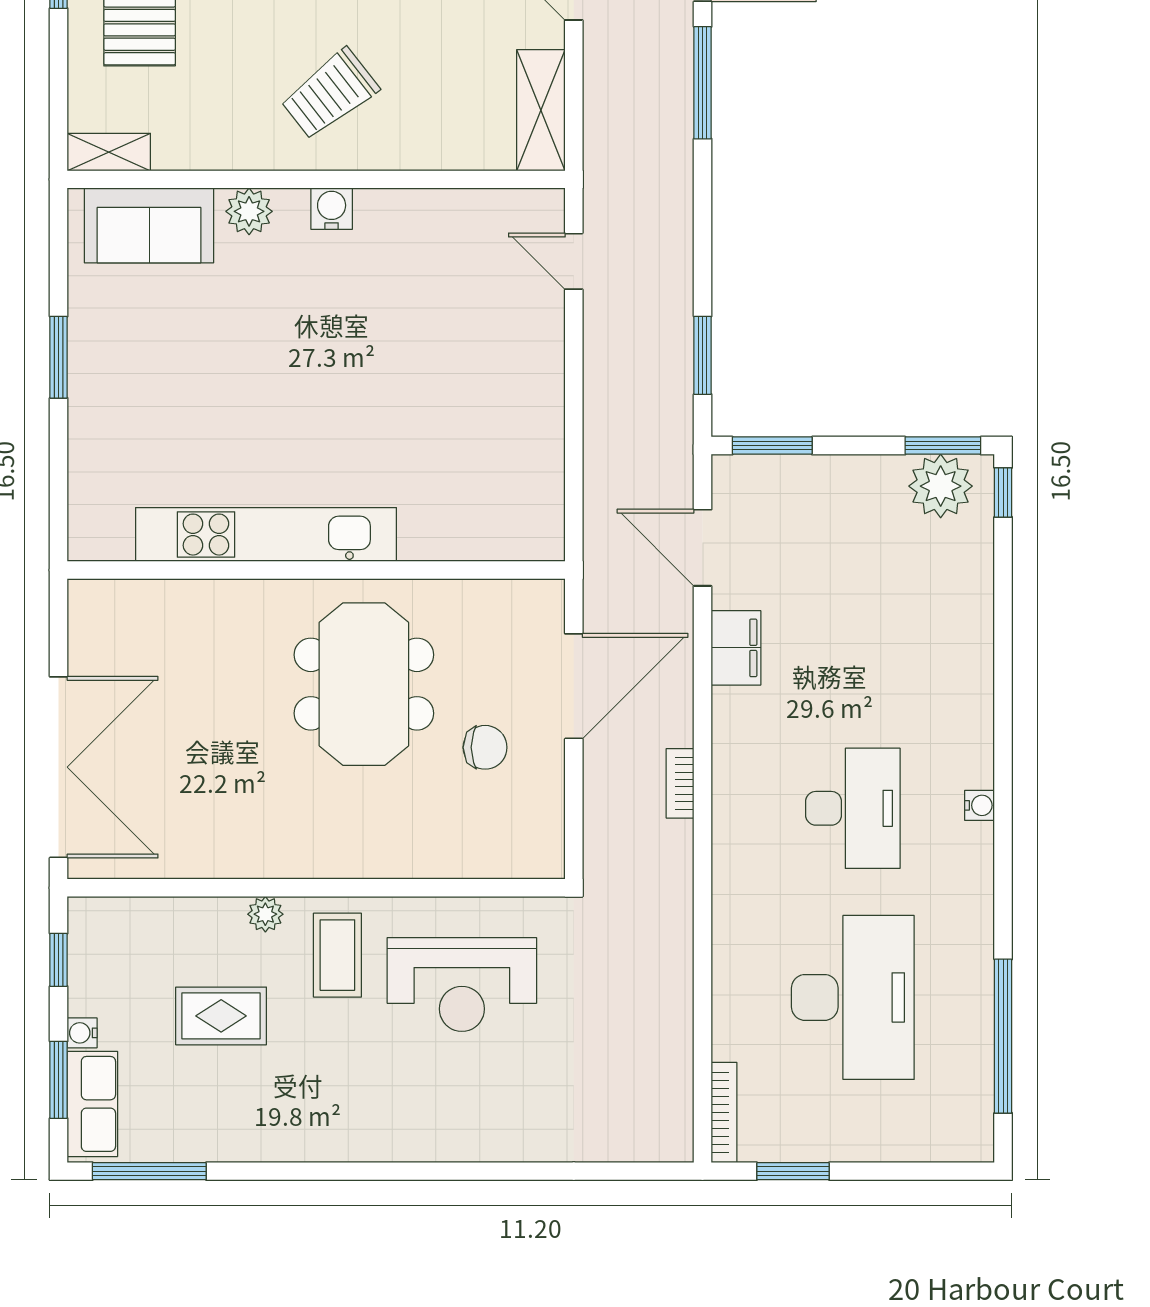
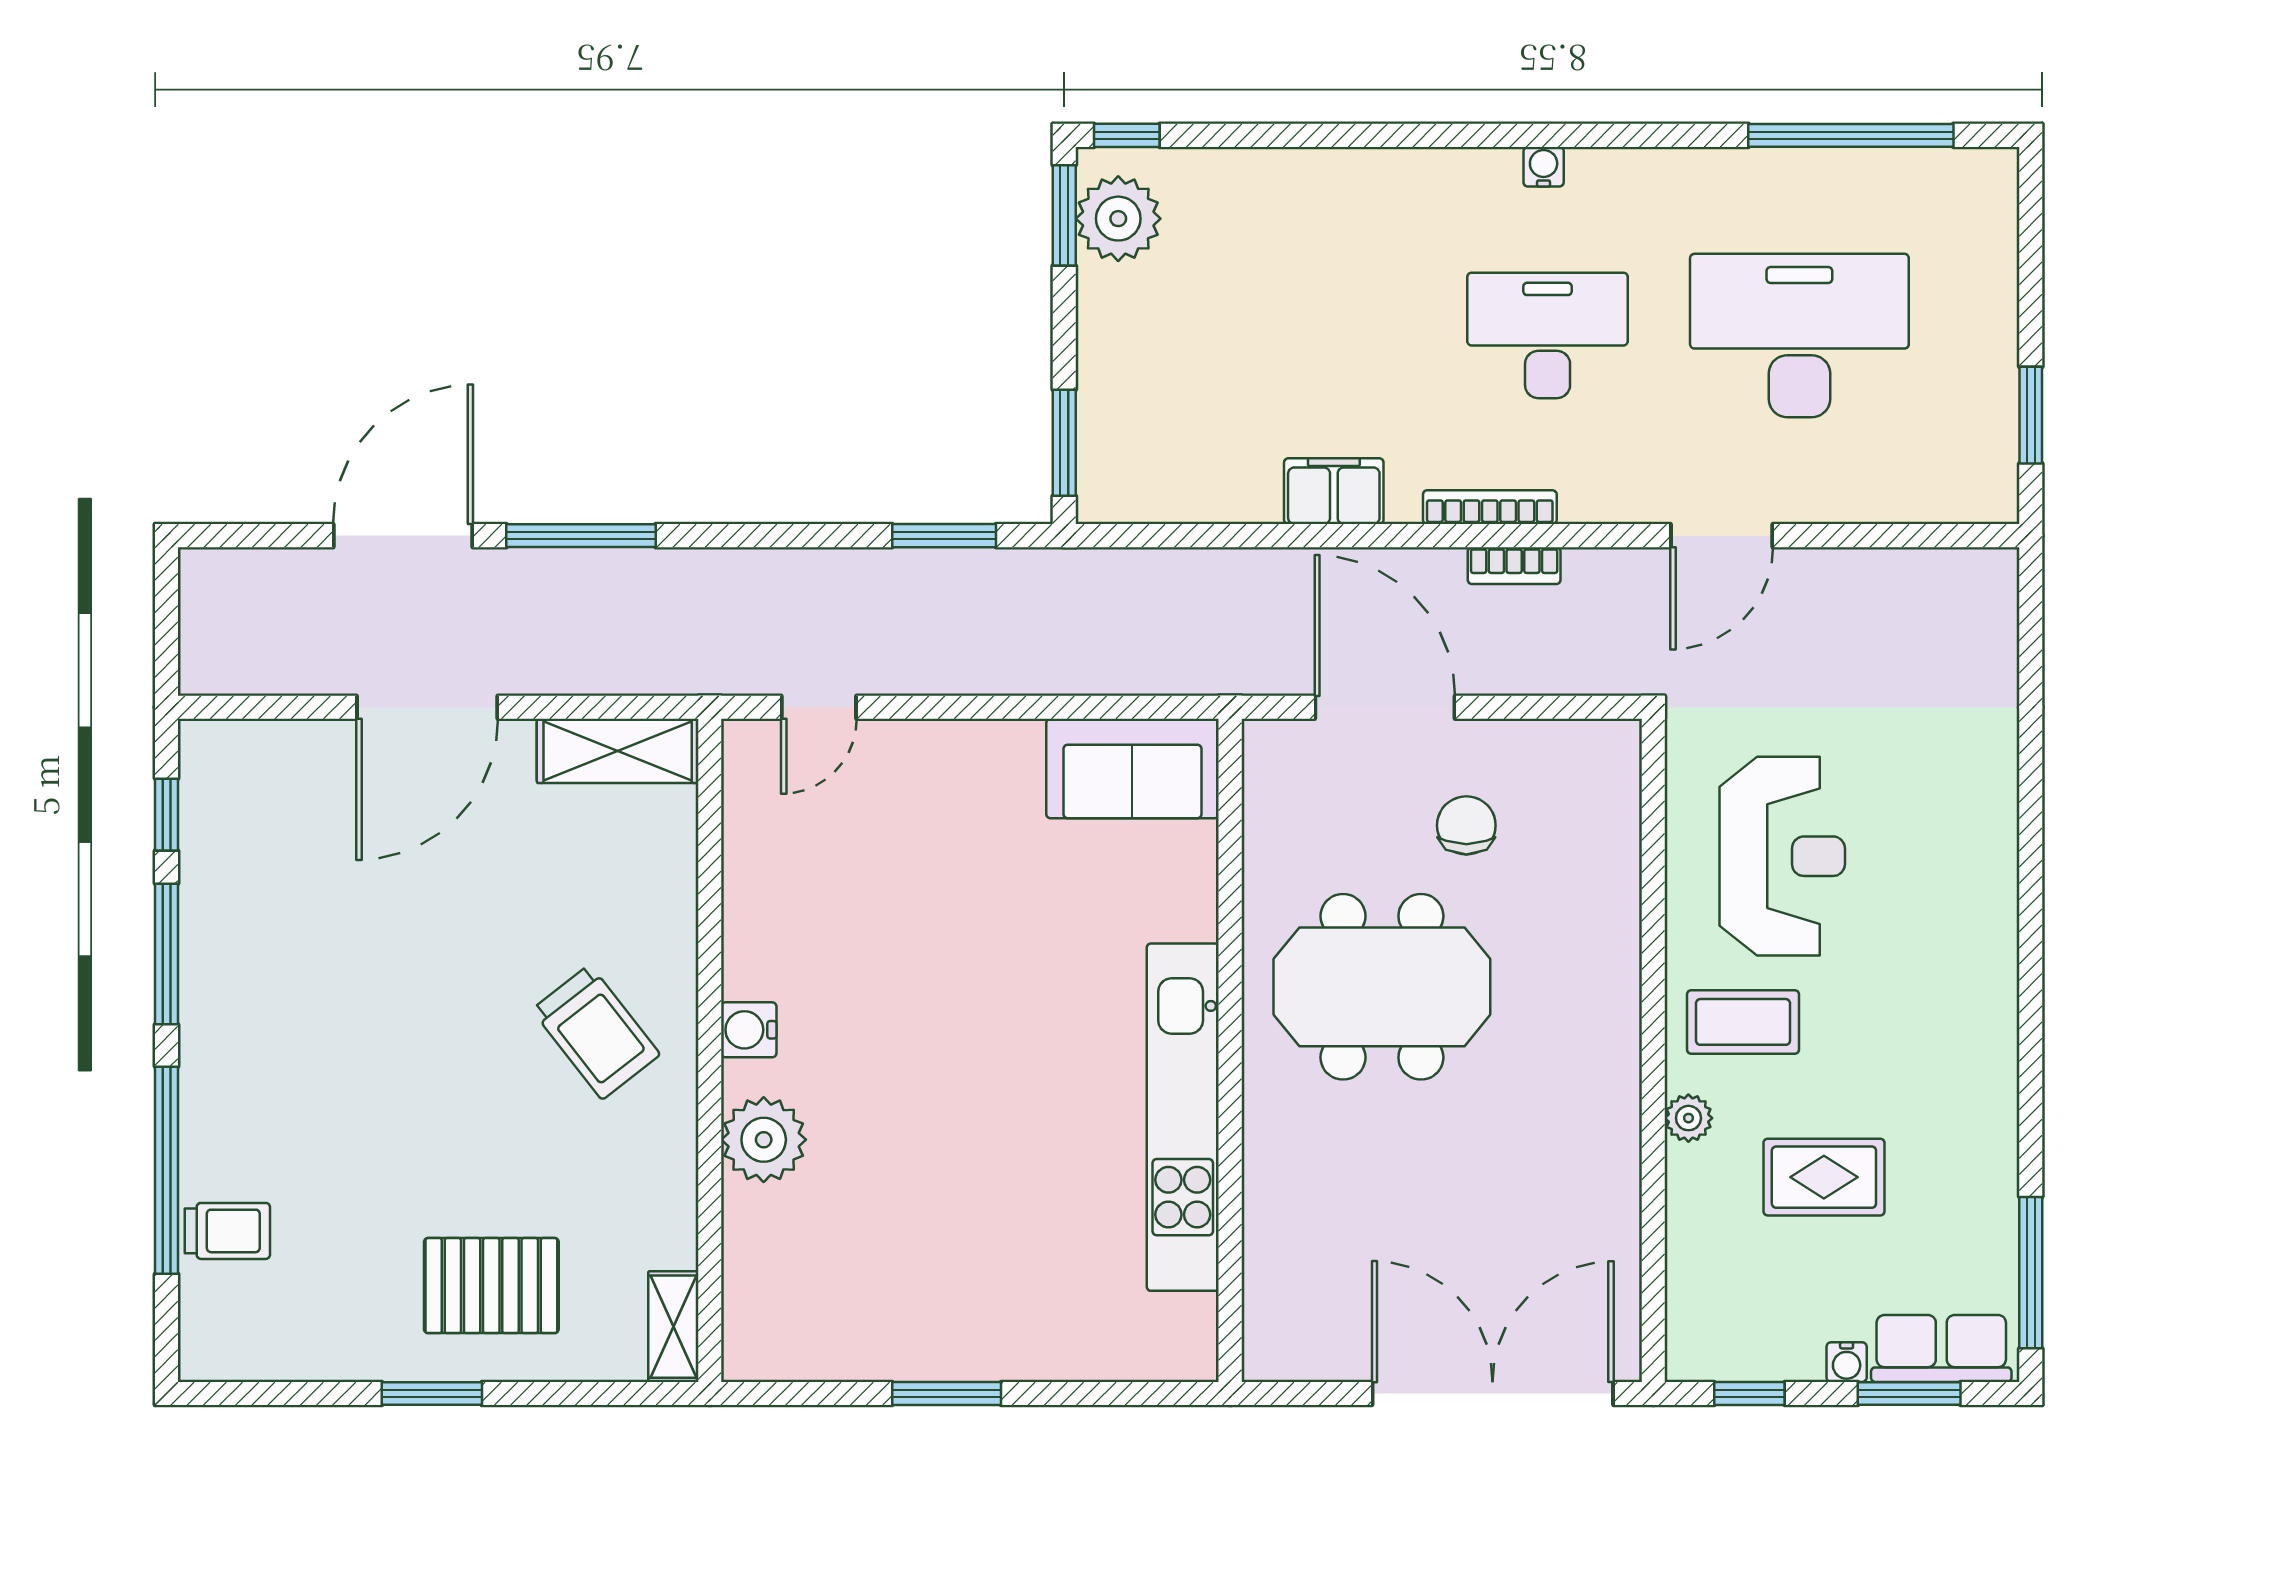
plant: (249, 211) -> (764, 1140), width x1.36, depth x1.36
sofa: (149, 225) -> (1132, 768), moved, turned 90
door: (703, 548) -> (1722, 536), moved
rug: (221, 1016) -> (1824, 1177), turned 90
bookcase: (724, 1112) -> (1490, 507), moved

